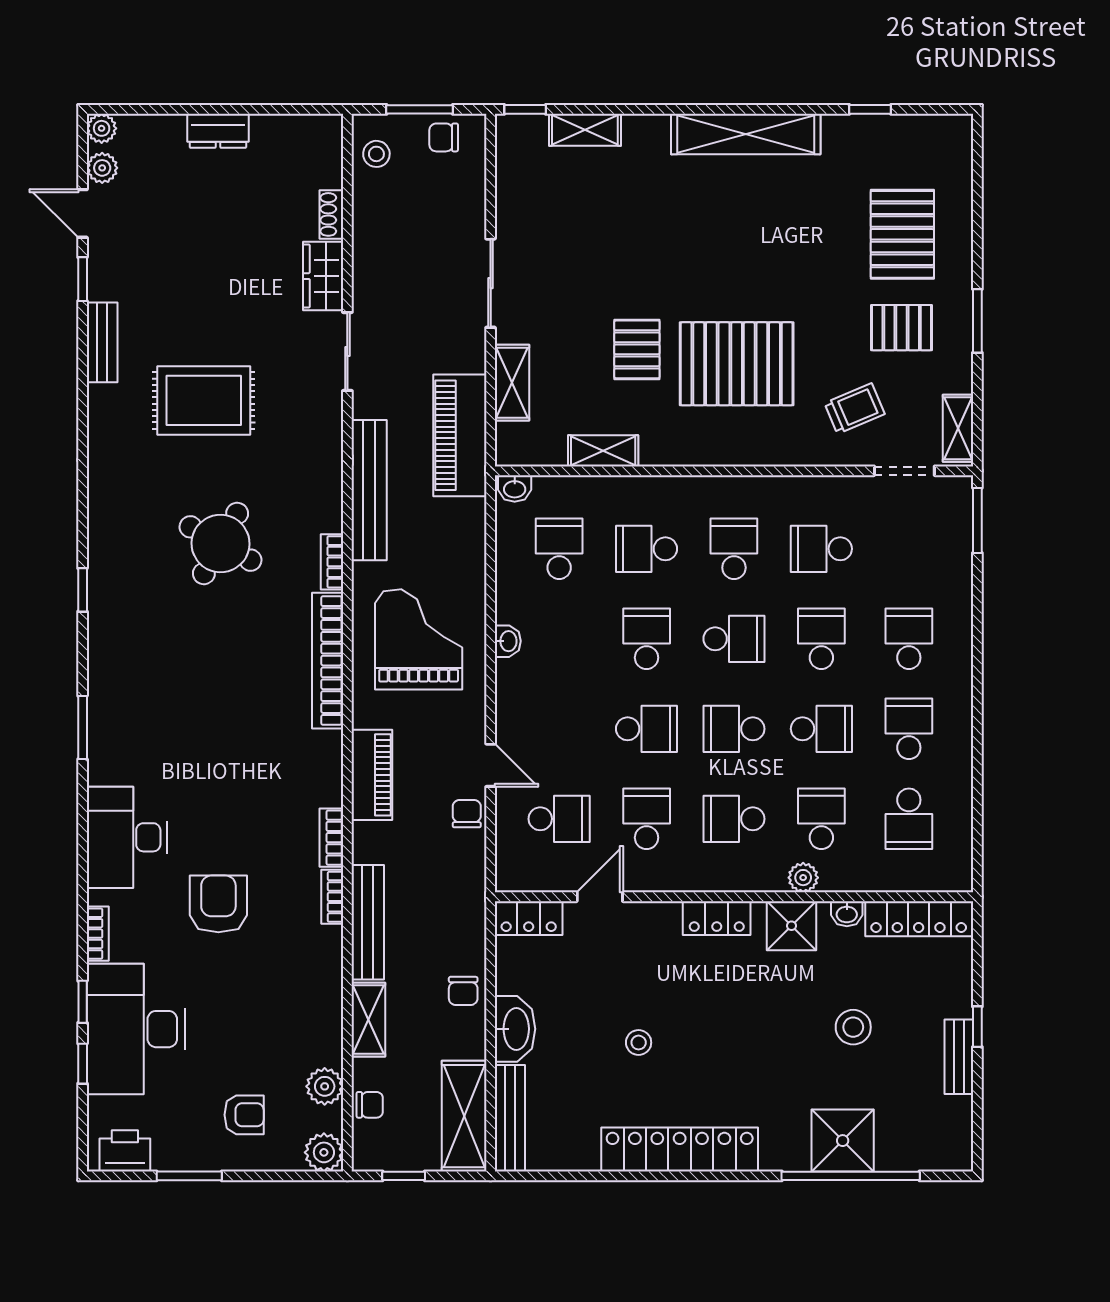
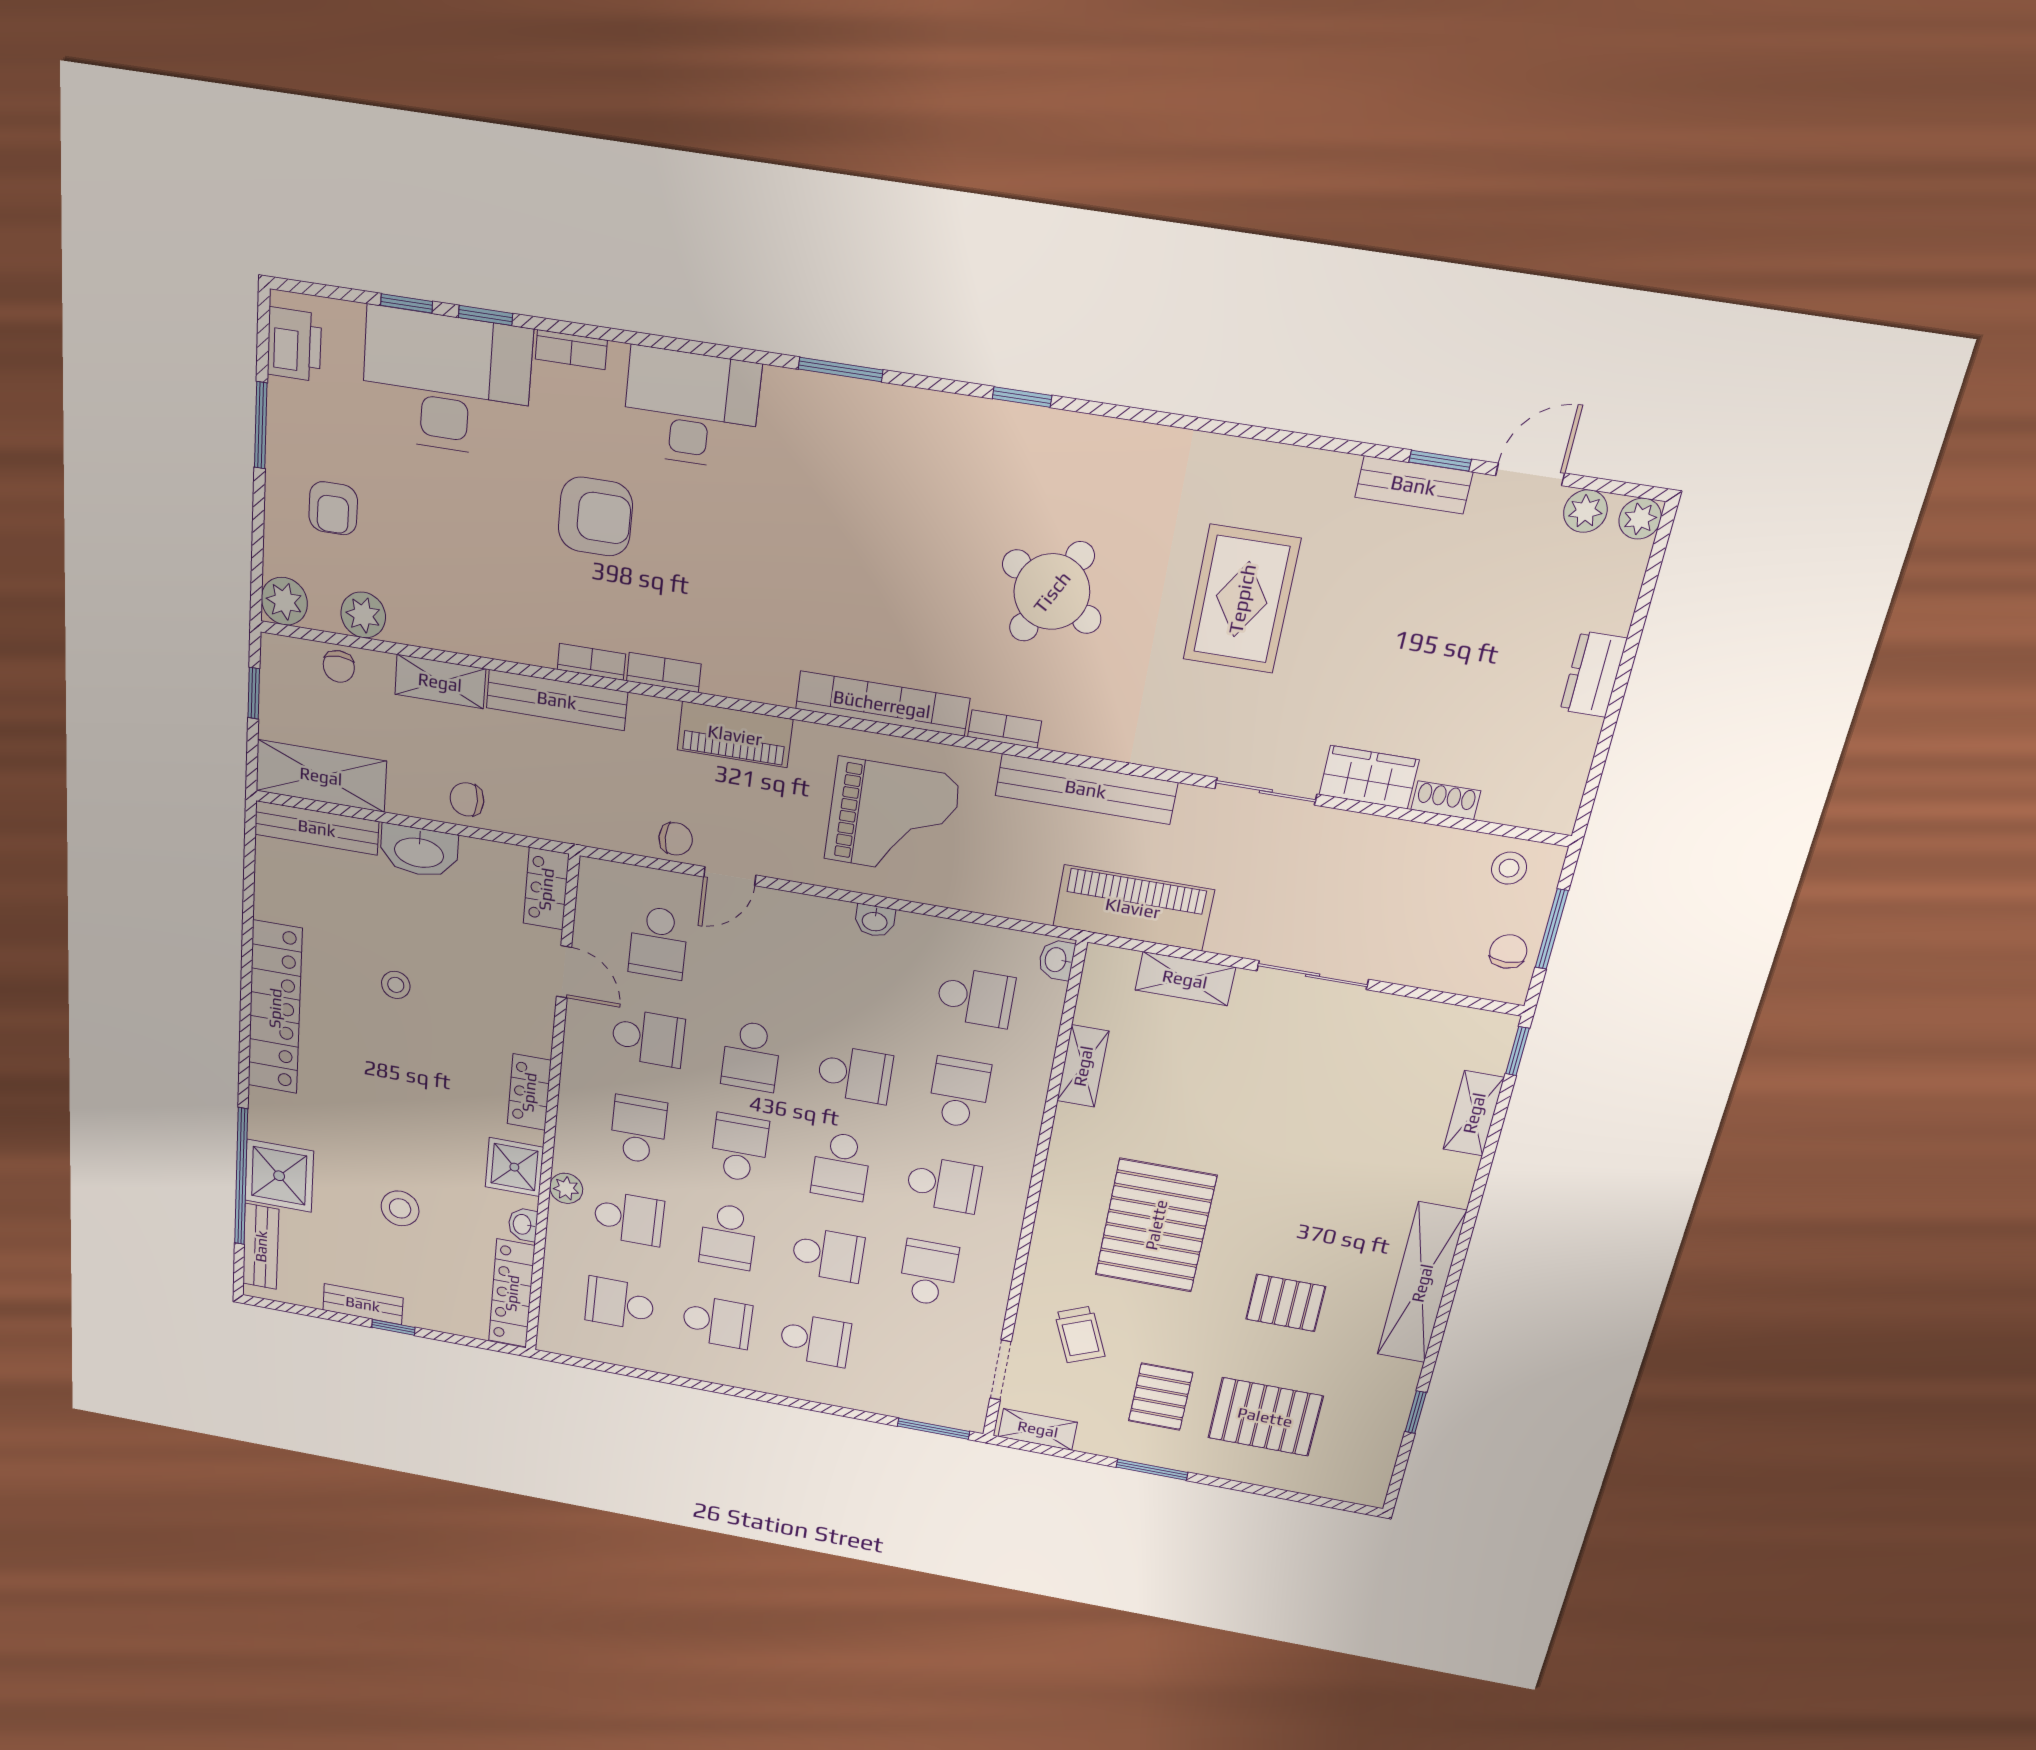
bench: (102, 342) -> (1414, 485), moved
pallet: (637, 349) -> (1286, 1303), moved
bench: (918, 1156) -> (261, 1246), added

